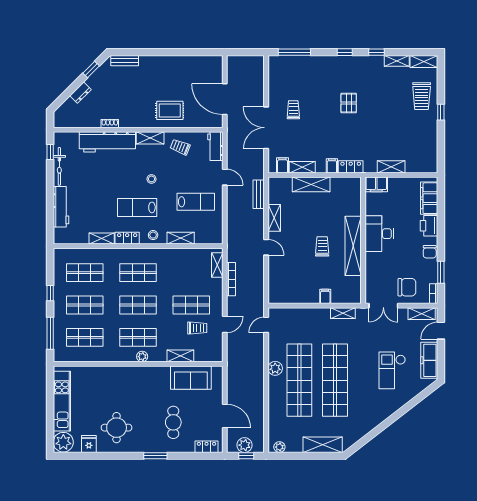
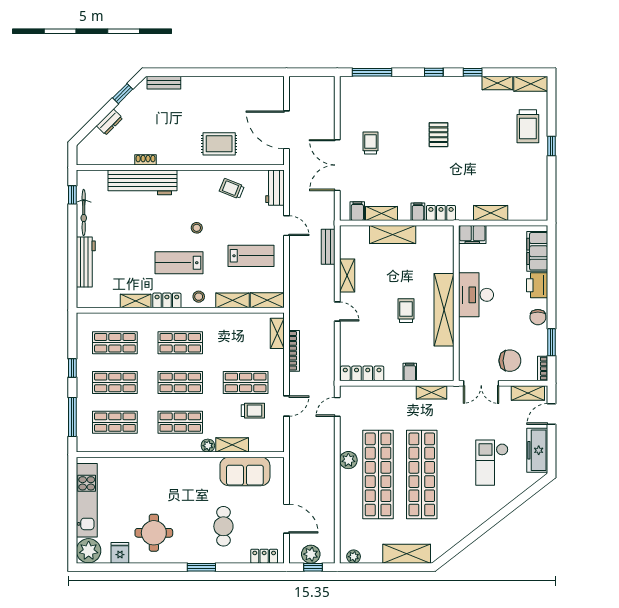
shelving: (150, 138) -> (267, 300), moved
locker: (286, 298) -> (362, 373), added
plant: (142, 357) -> (208, 446), moved

